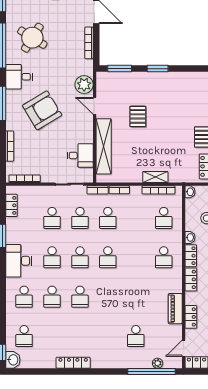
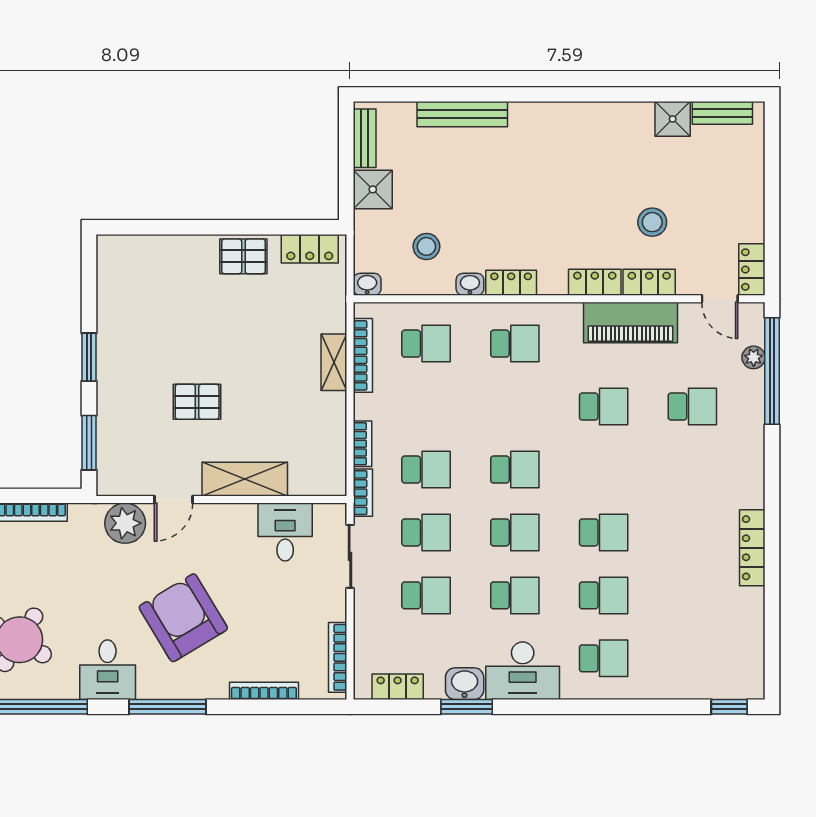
shelving: (104, 146) -> (245, 479), width x0.68
locker: (191, 279) -> (595, 282), moved
piano: (175, 309) -> (631, 323), width x1.37, depth x1.33
school desk: (24, 336) -> (604, 407), moved
washbasin: (13, 360) -> (465, 684), moved

